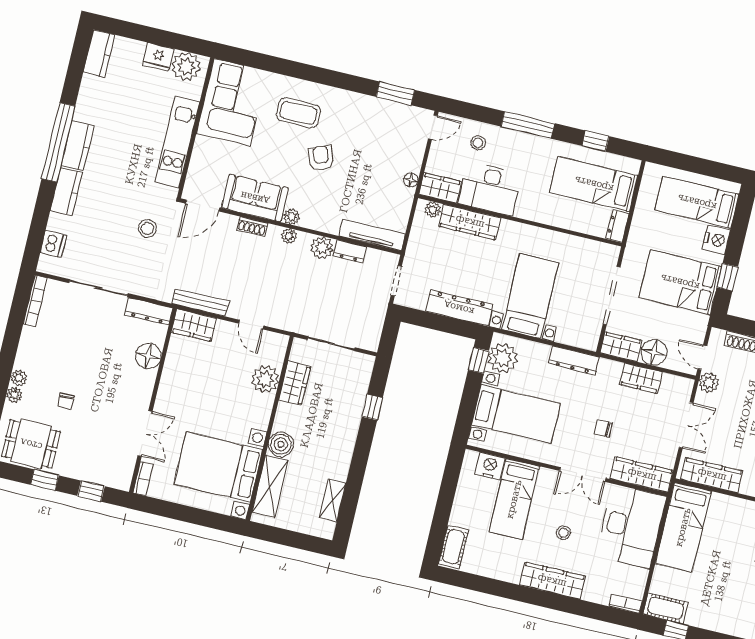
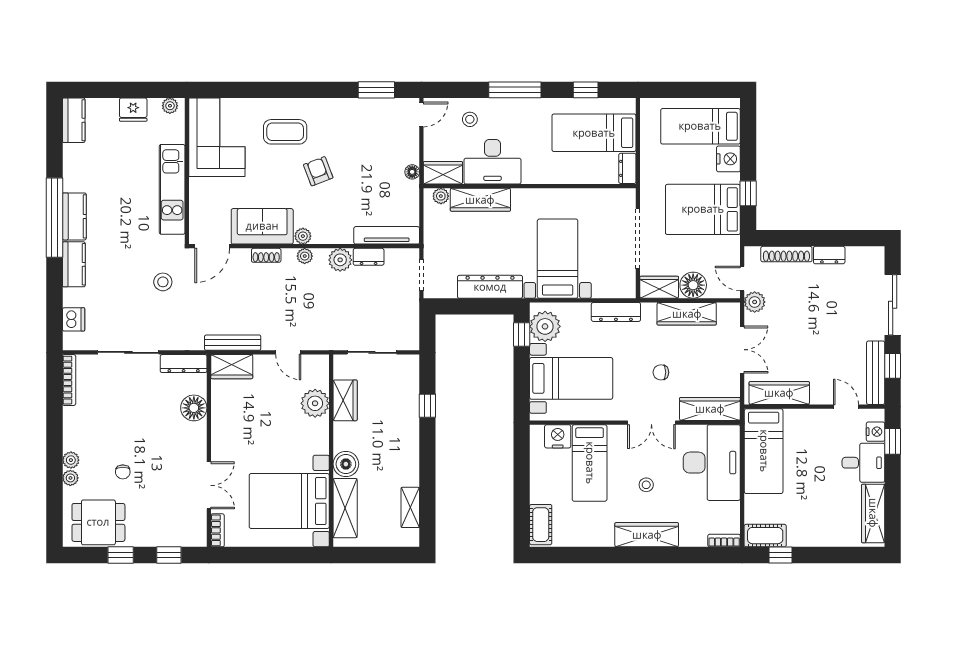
plant: (186, 67) -> (170, 106), width x0.53, depth x0.53
wardrobe: (641, 378) -> (687, 314), width x1.50

